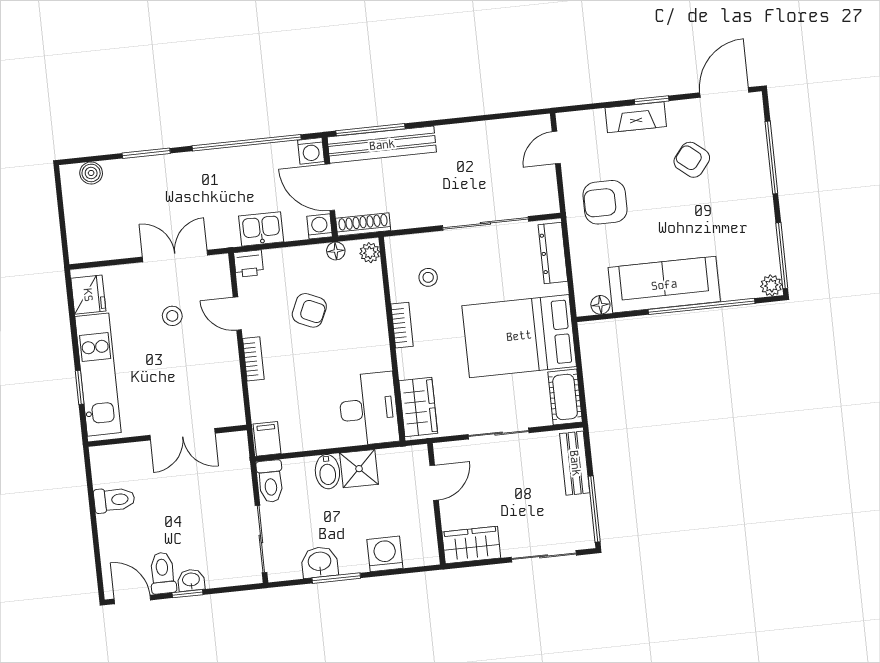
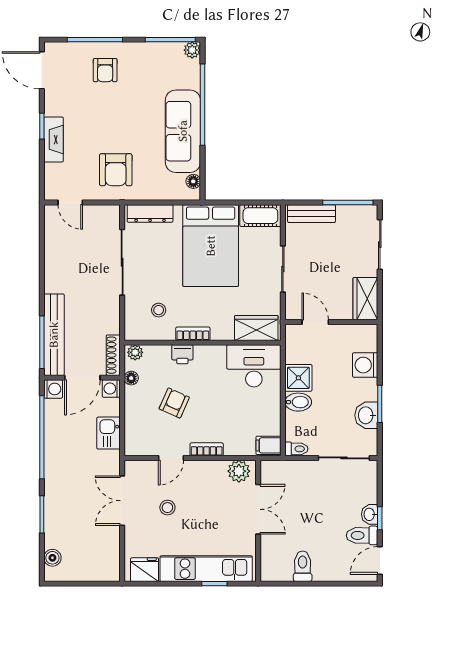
armchair: (692, 160) -> (105, 70), moved, turned -39
printer: (249, 264) -> (182, 354), moved, turned 90
plant: (229, 404) -> (239, 471), added
toilet: (270, 481) -> (296, 449), width x0.73, depth x0.72

